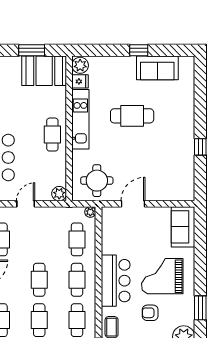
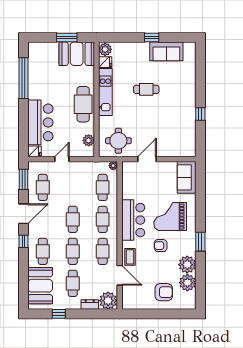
cafe table: (132, 116) -> (146, 89), width x0.73, depth x0.74
cafe table: (52, 135) -> (83, 104), width x1.37, depth x1.35
plant: (59, 194) -> (89, 140), moved

